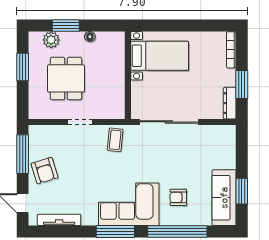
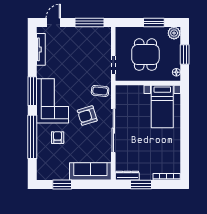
plant: (51, 40) -> (174, 33), moved
bed with nightstands: (160, 56) -> (162, 106), moved
wall: (128, 75) -> (148, 83), moved
dining table: (66, 78) -> (145, 55), turned 90
armchair: (45, 171) -> (87, 116), moved
sofa: (224, 198) -> (90, 171), moved

